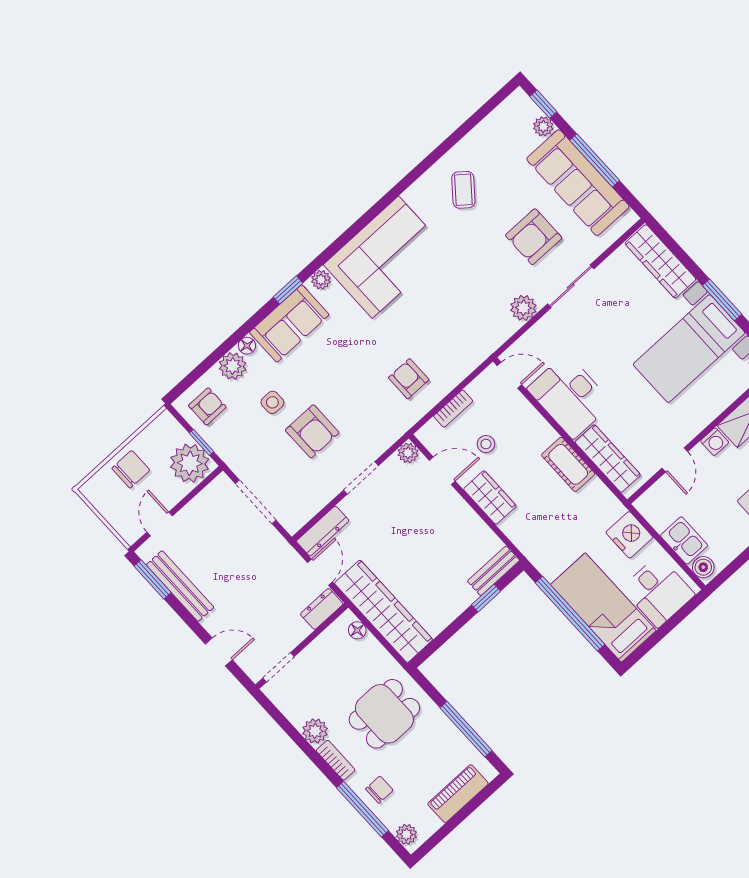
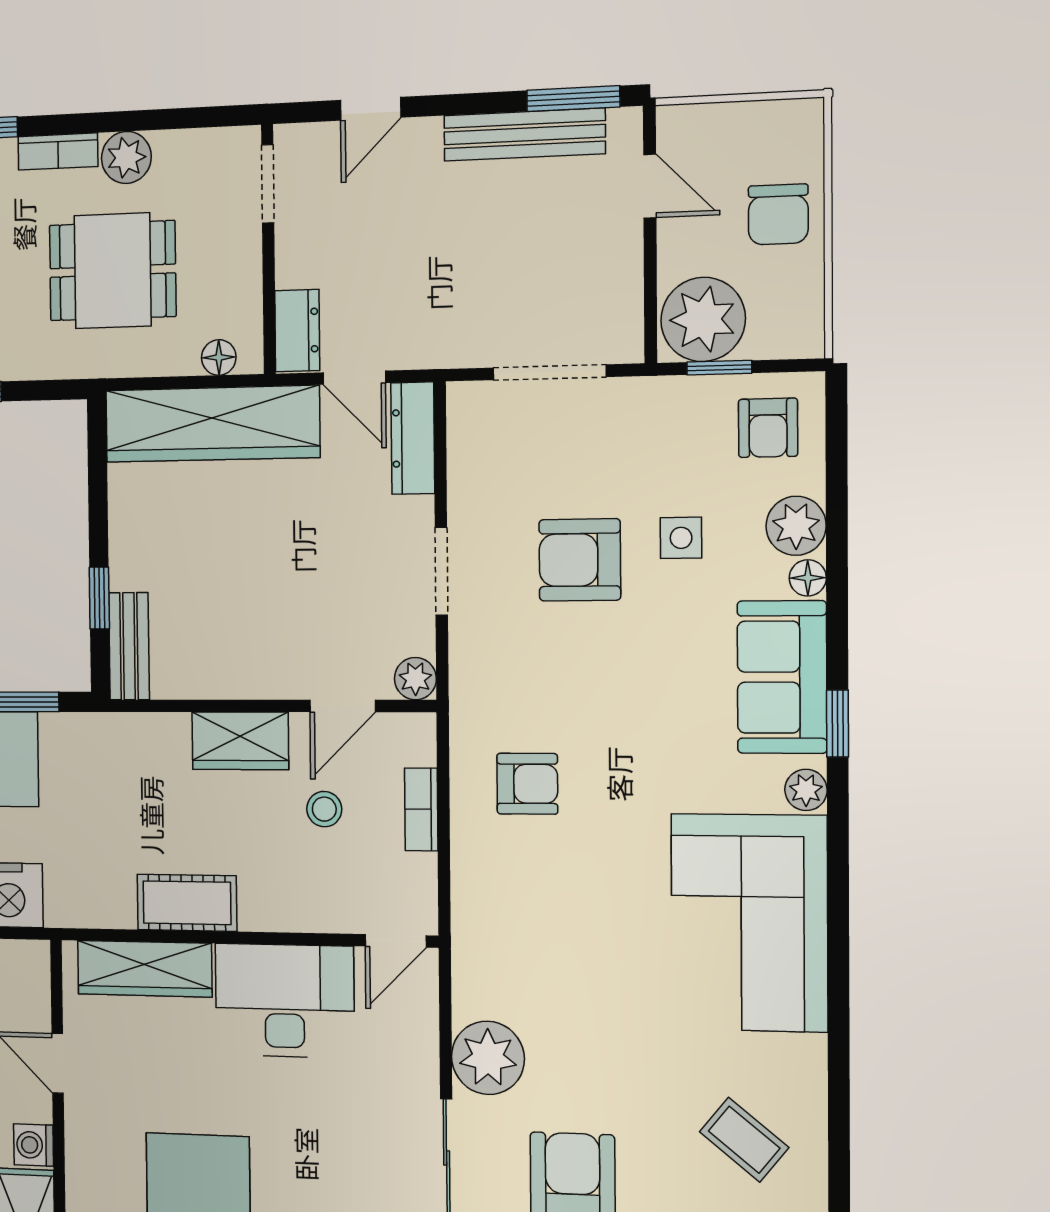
plant: (523, 308) -> (488, 1058), width x1.36, depth x1.36
dining table: (384, 714) -> (113, 271), moved, turned 90

